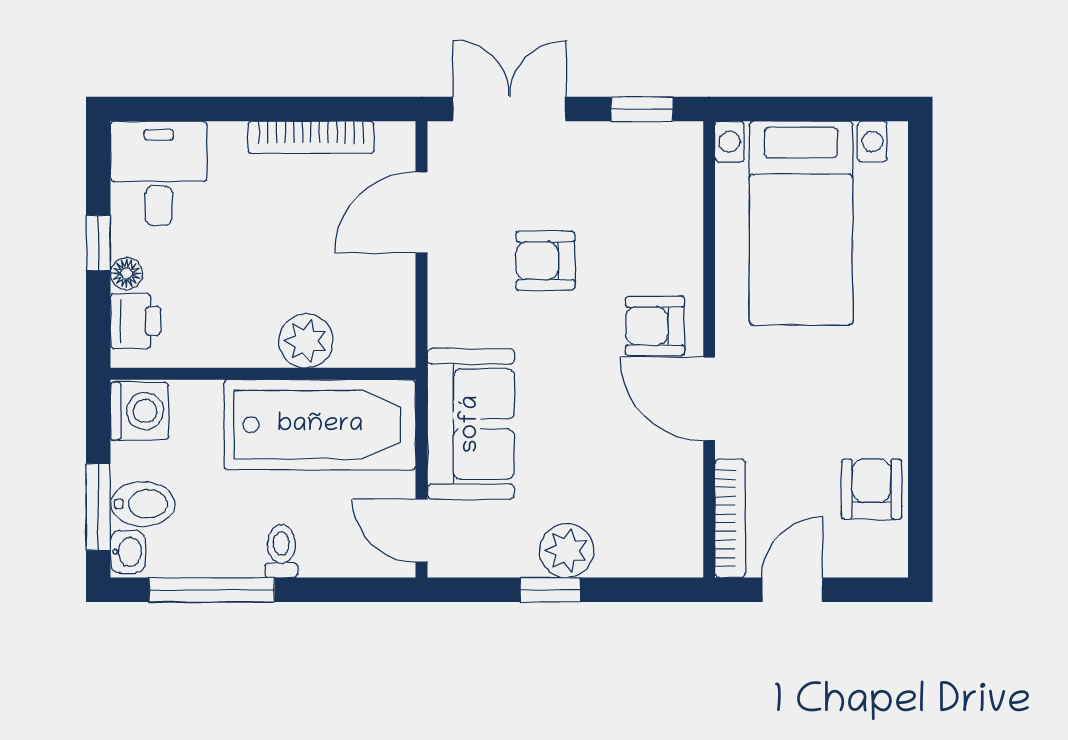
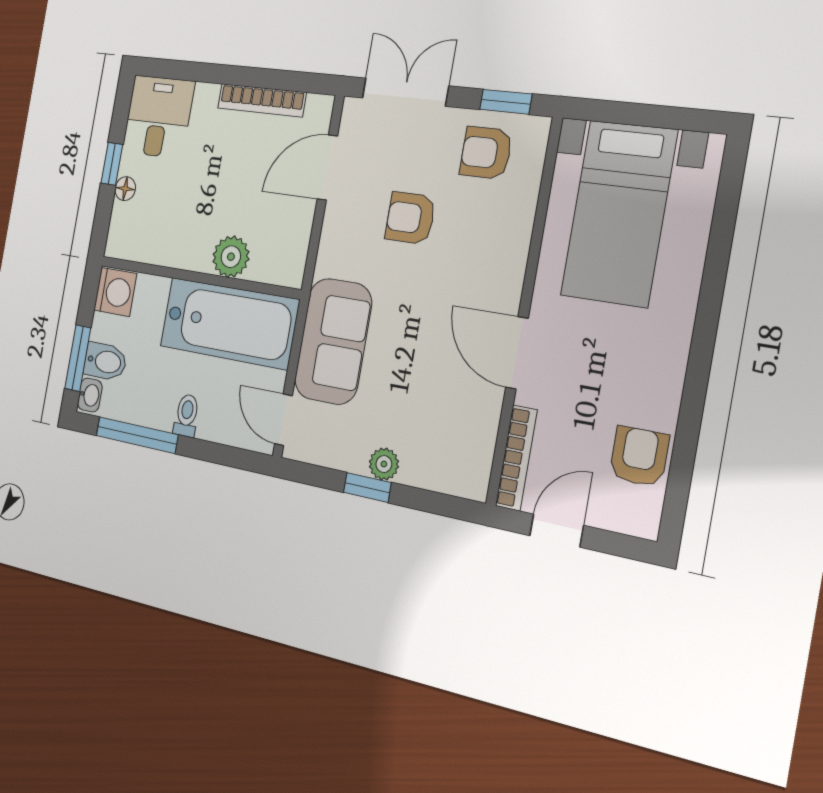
printer: (136, 321) -> (125, 225), removed
armchair: (655, 326) -> (486, 153), moved
plant: (567, 550) -> (384, 464), width x0.73, depth x0.73

